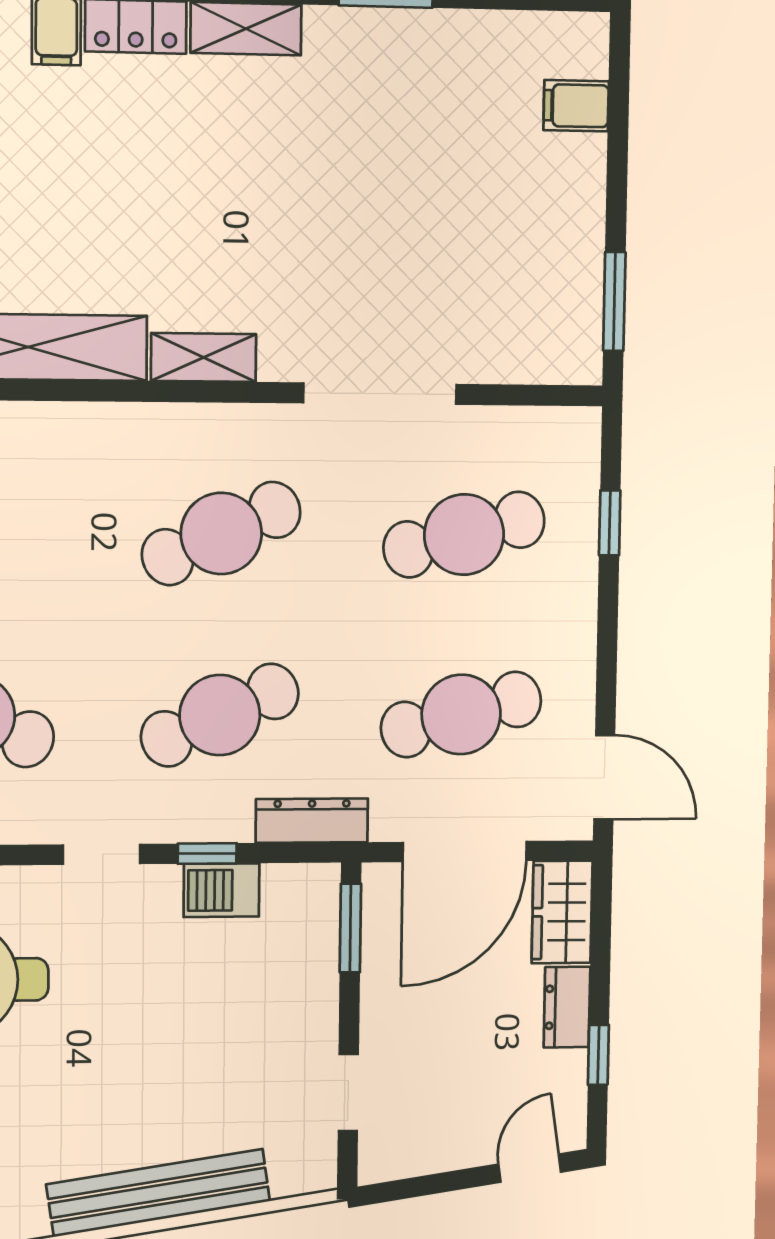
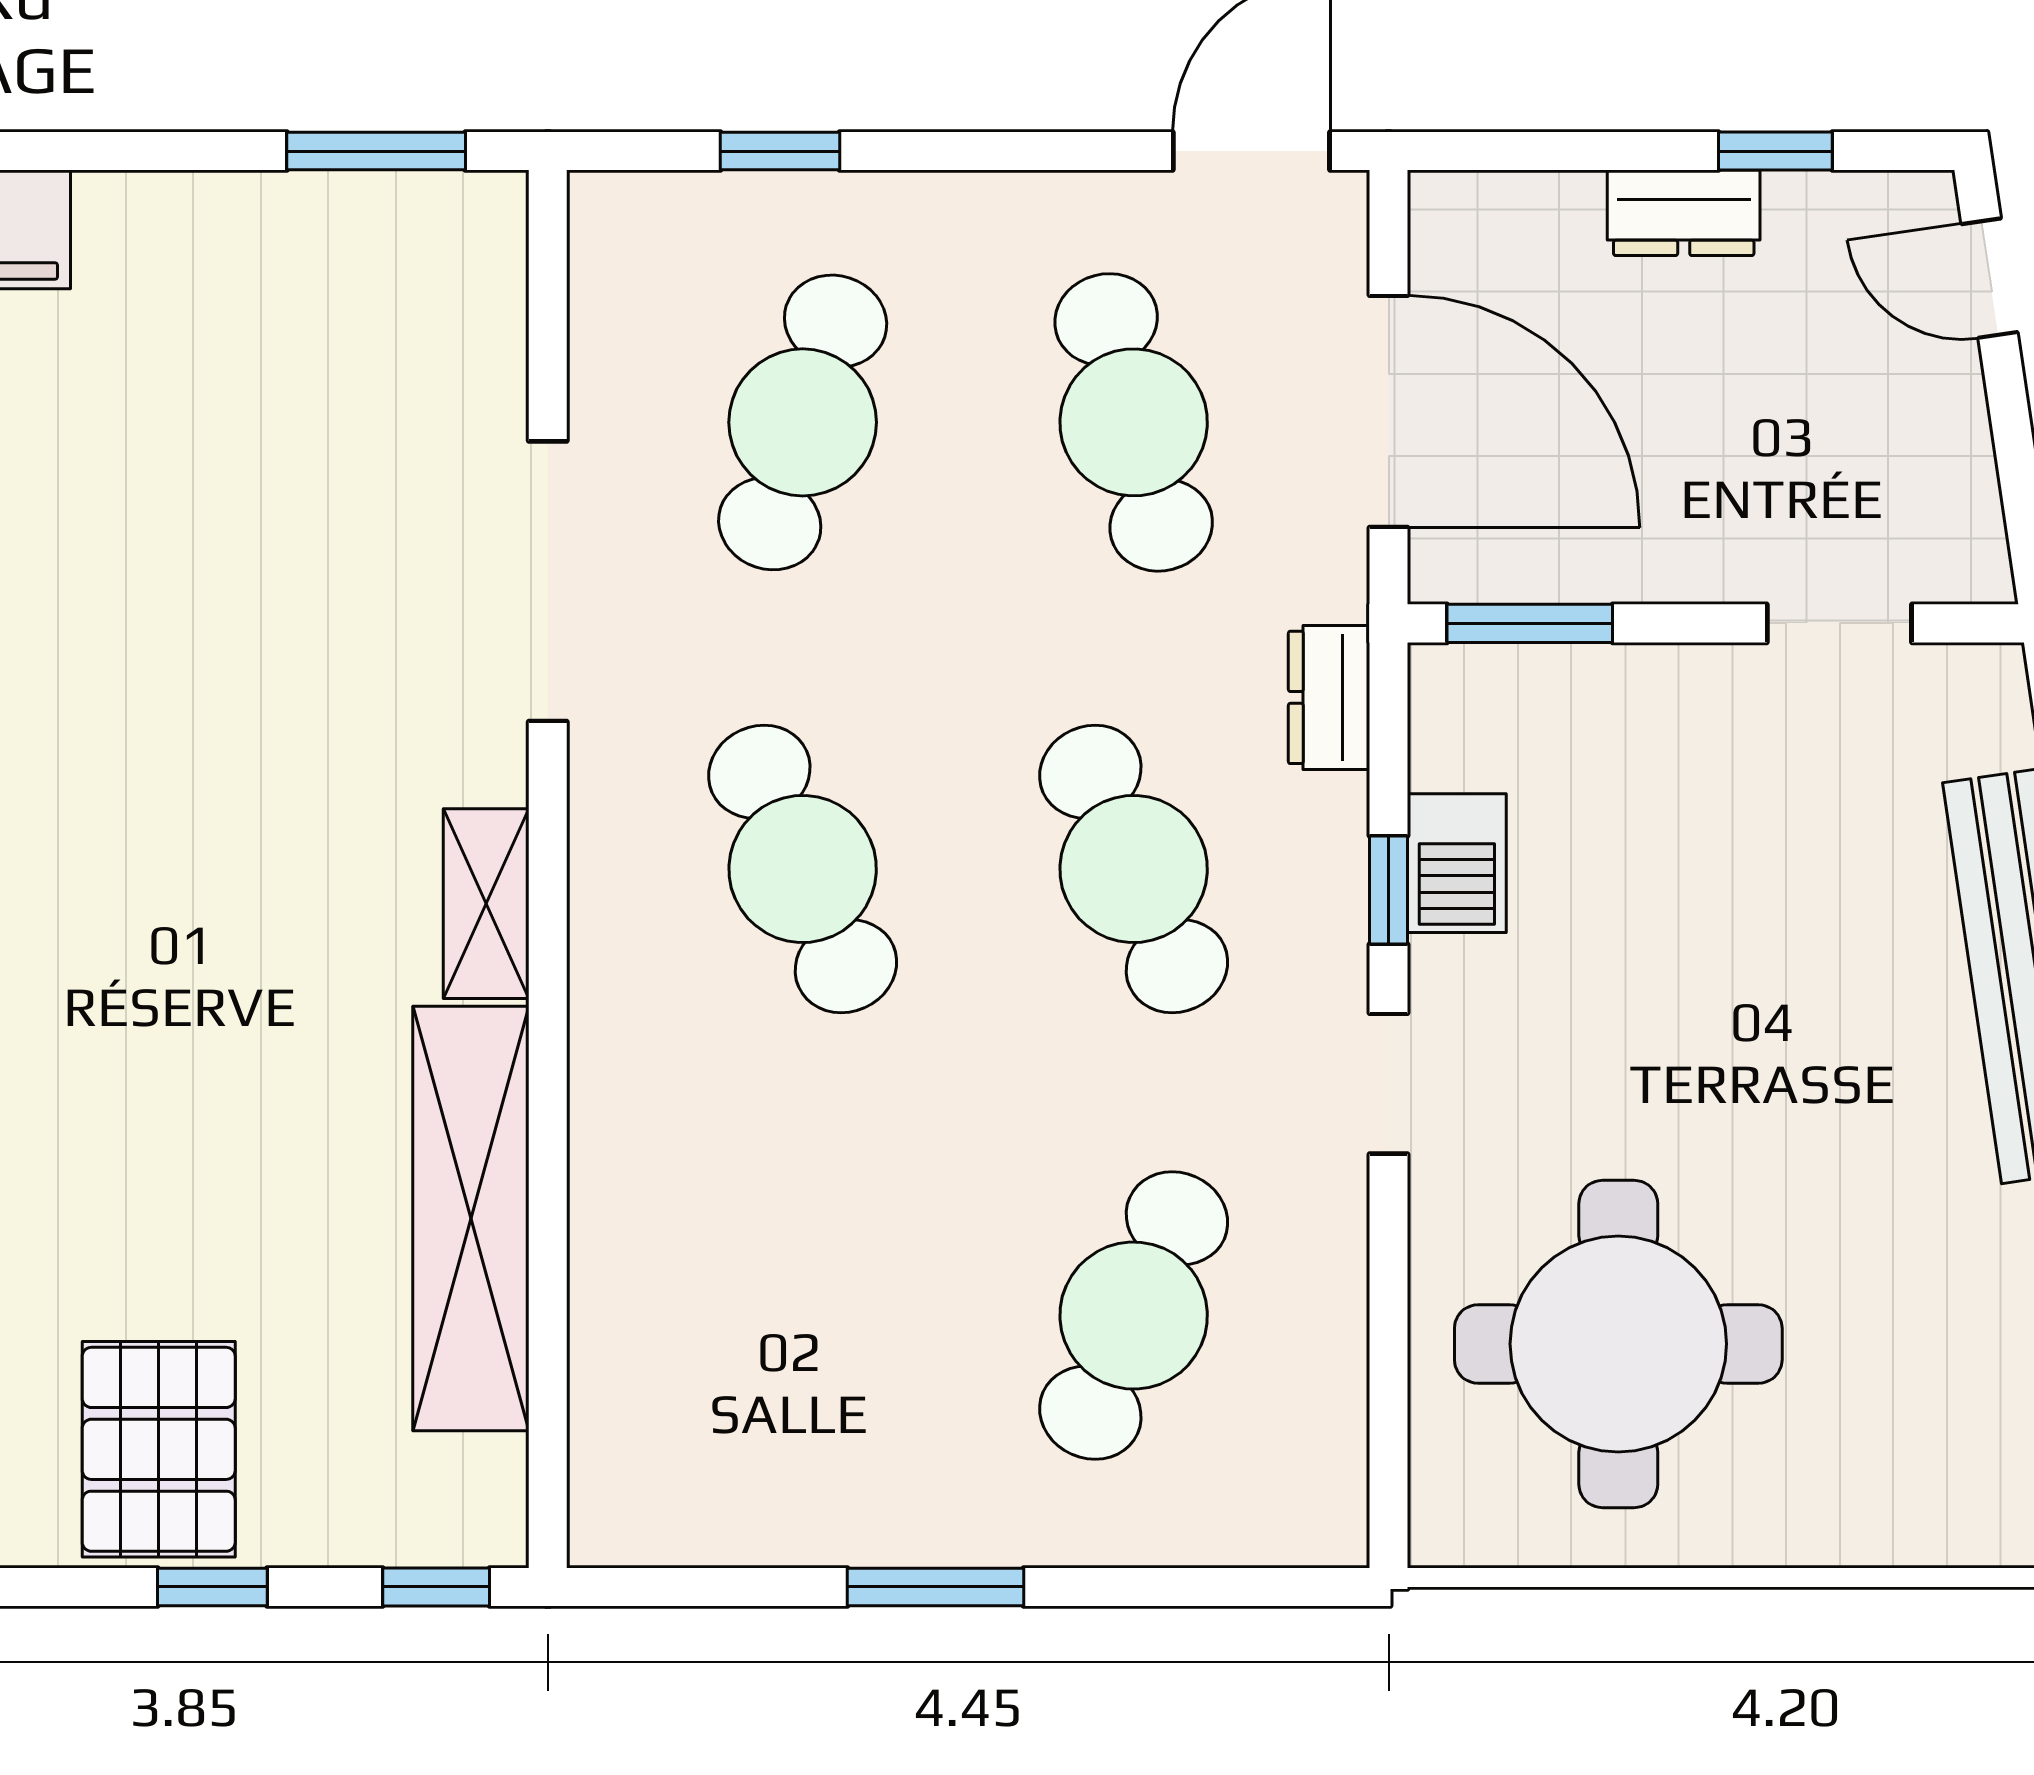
cafe table: (464, 535) -> (803, 422), turned 33
dresser: (312, 821) -> (1329, 697), width x0.70
wardrobe: (562, 912) -> (1504, 226), removed

